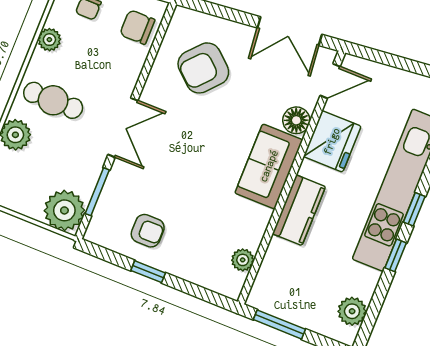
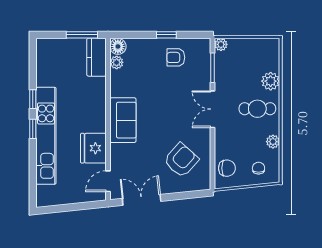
floor lamp: (296, 120) -> (118, 46), moved
plant: (64, 210) -> (221, 44), width x0.53, depth x0.53
kitchen counter: (299, 210) -> (96, 57), moved
plant: (352, 311) -> (44, 58), removed

